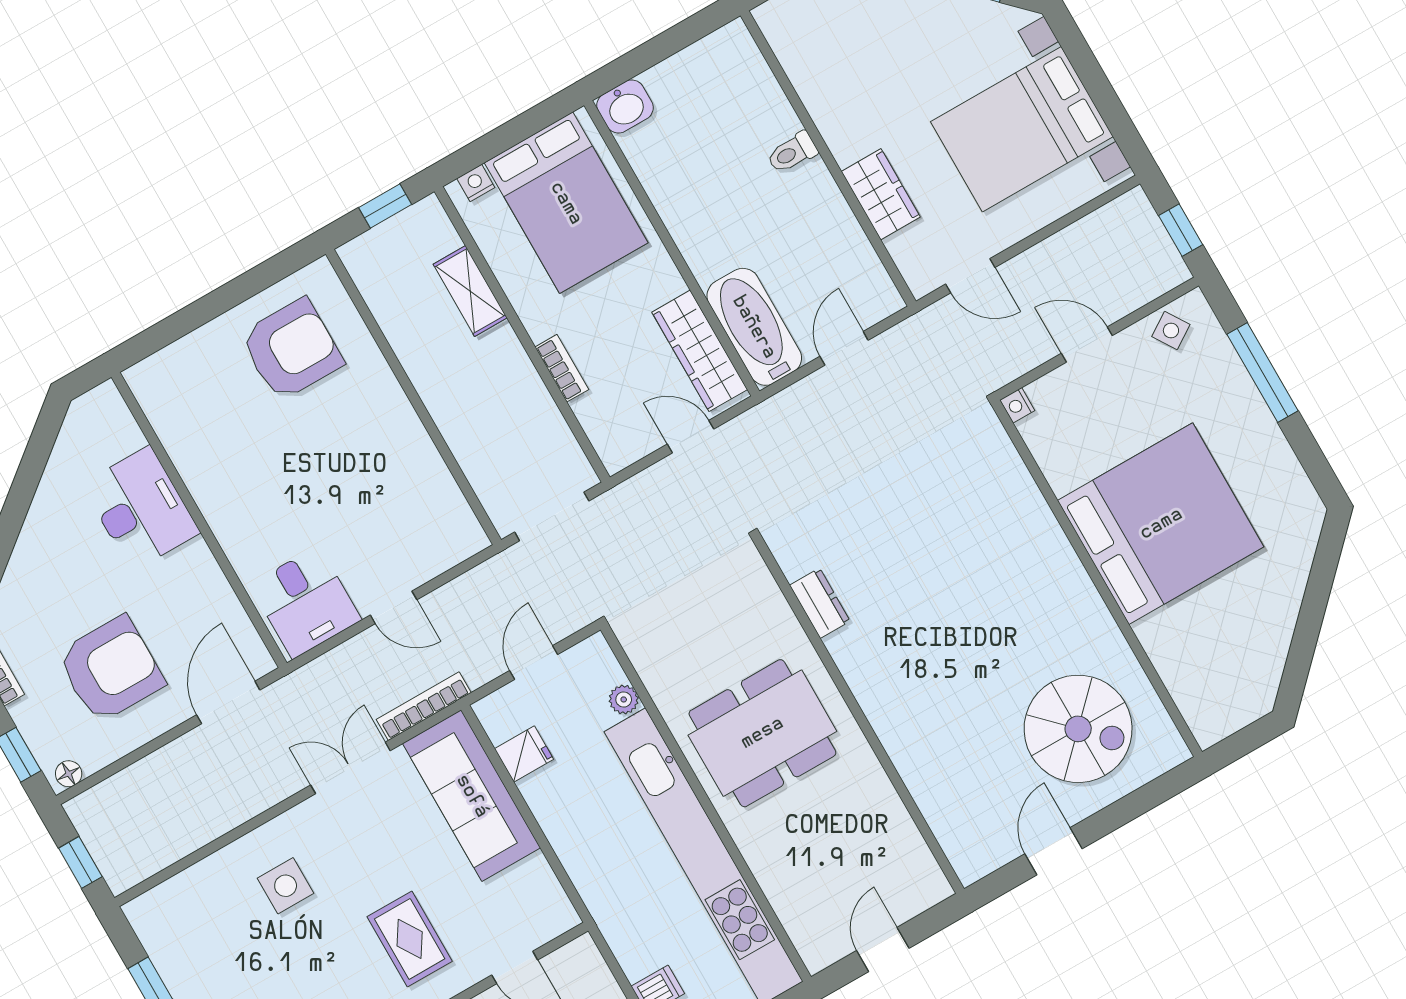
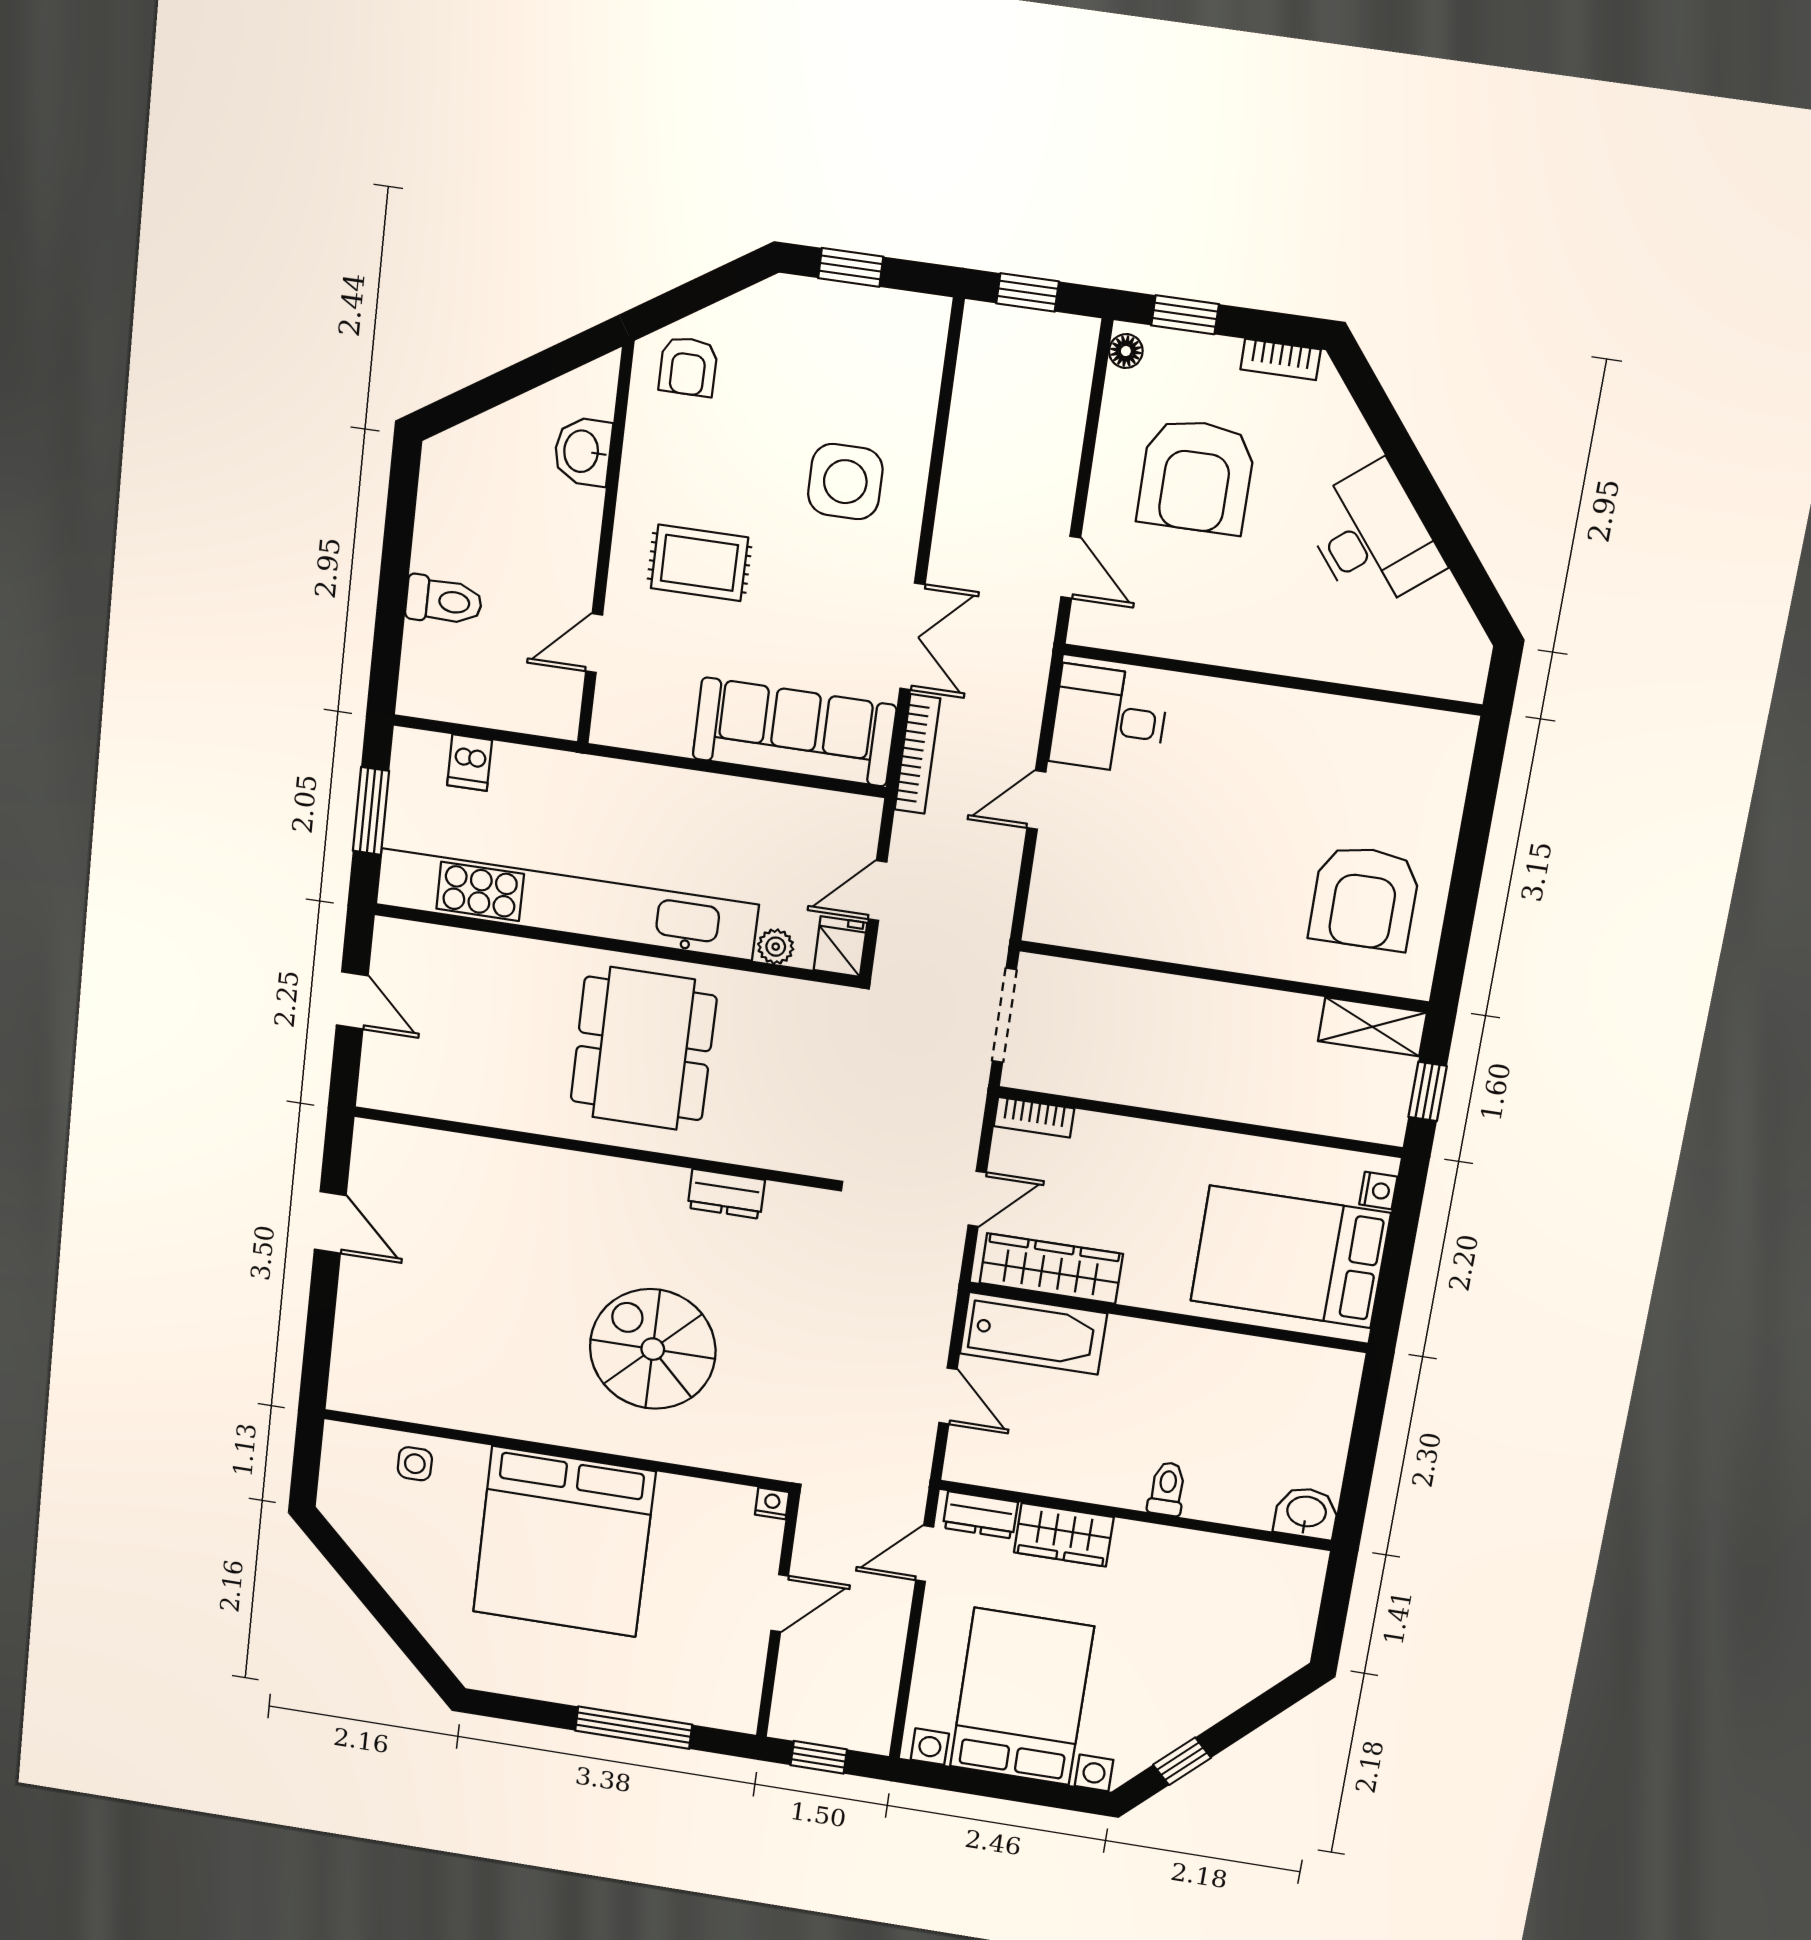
washbasin: (625, 106) -> (1306, 1513), moved, turned 90
dresser: (912, 261) -> (980, 1515), added
shelving: (470, 291) -> (1372, 1027), moved
side table: (1171, 331) -> (415, 1464), moved, turned 33
bookcase: (562, 368) -> (1034, 1117), moved
desk: (141, 508) -> (1372, 538), moved, turned -129
door: (534, 663) -> (878, 890), swing flipped
door: (228, 702) -> (1071, 567), width x0.73
spiral stairs: (1078, 729) -> (653, 1349), moved, turned 90
fridge: (524, 754) -> (840, 947), moved, turned 180
side table: (286, 886) -> (845, 482), width x1.37, depth x1.37

